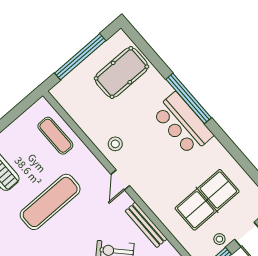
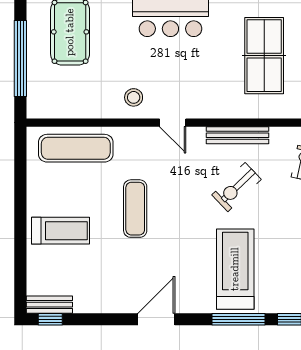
exercise mat: (55, 136) -> (76, 148), width x1.36, depth x1.45
exercise mat: (50, 202) -> (135, 209), width x0.73, depth x0.69

